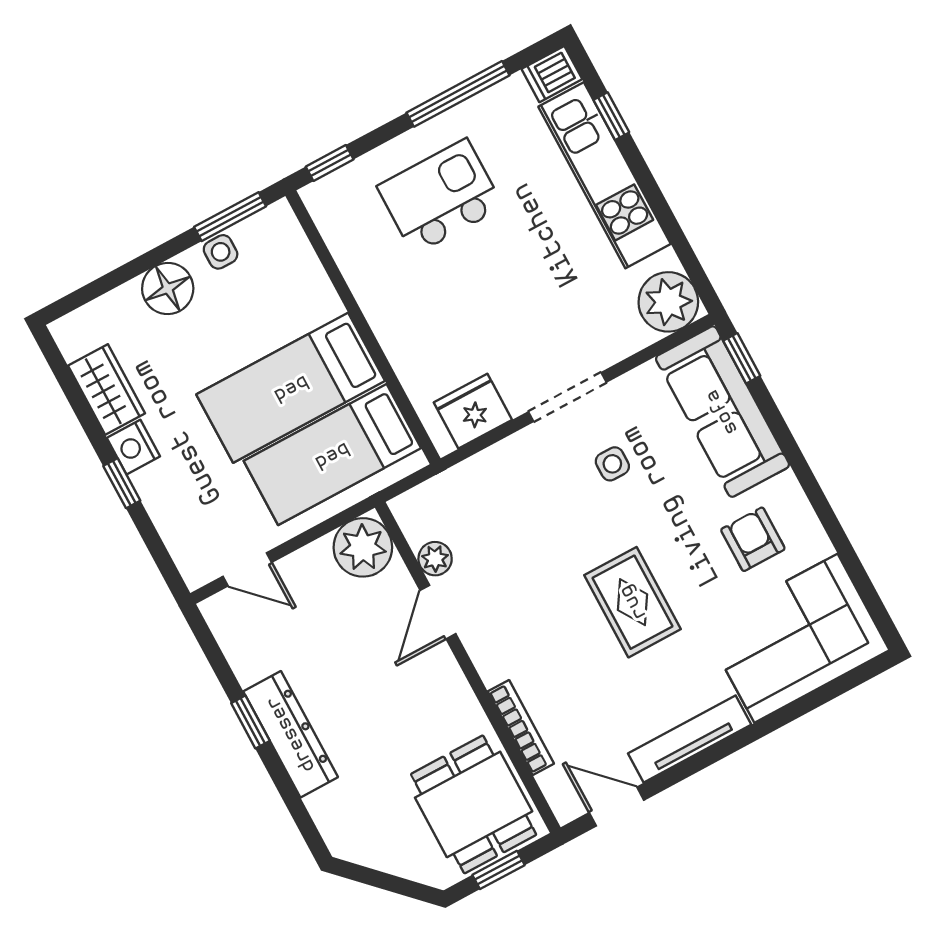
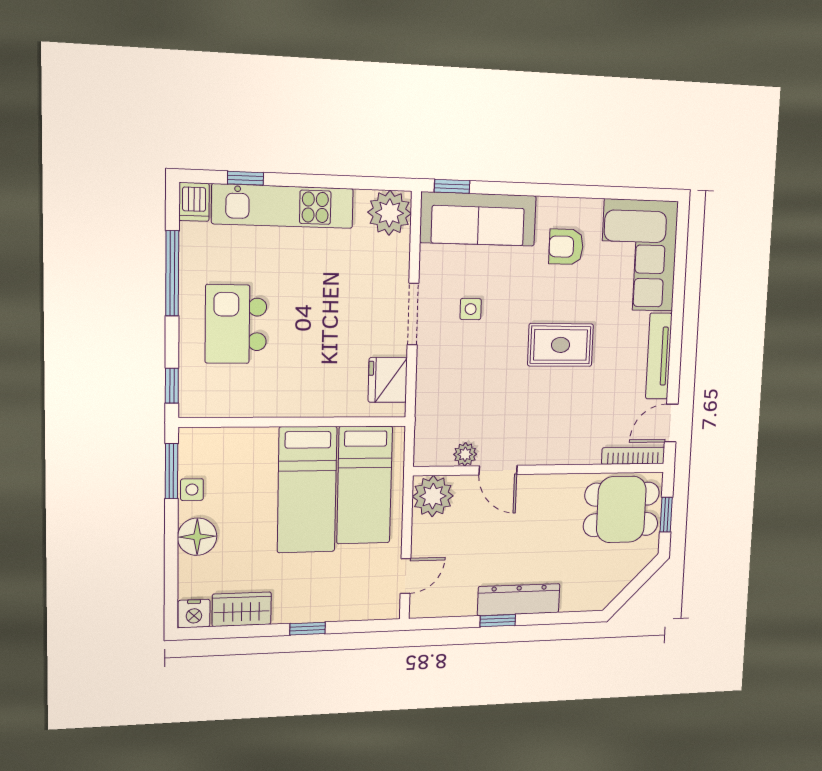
nightstand: (133, 447) -> (194, 614), moved
bookcase: (521, 728) -> (633, 456), moved

